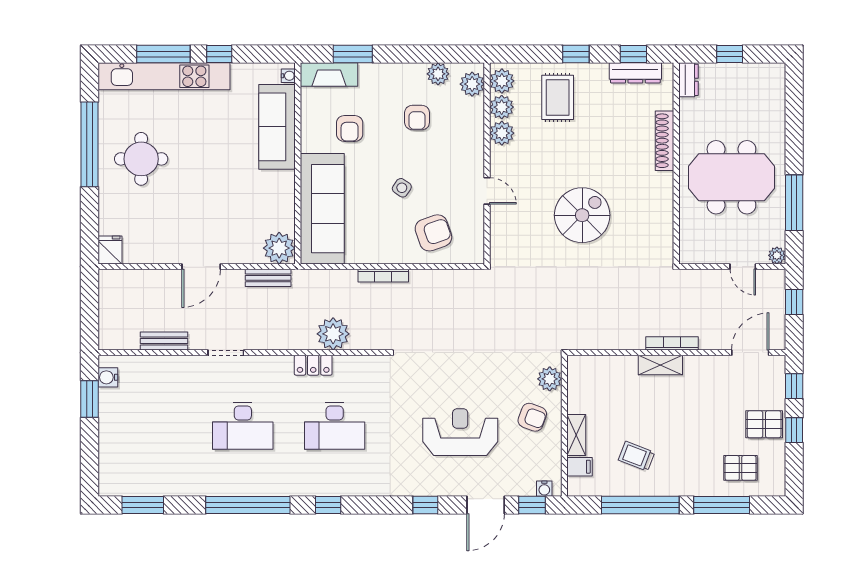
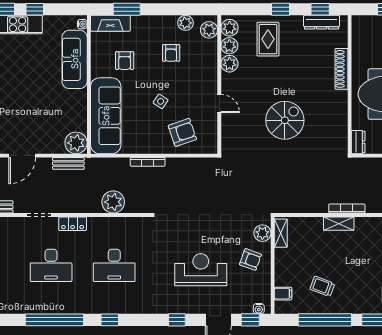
dresser: (688, 80) -> (358, 142), moved
locker: (313, 365) -> (73, 224), moved
shelving: (576, 435) -> (281, 233), moved

